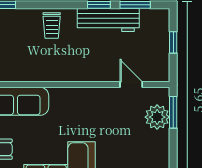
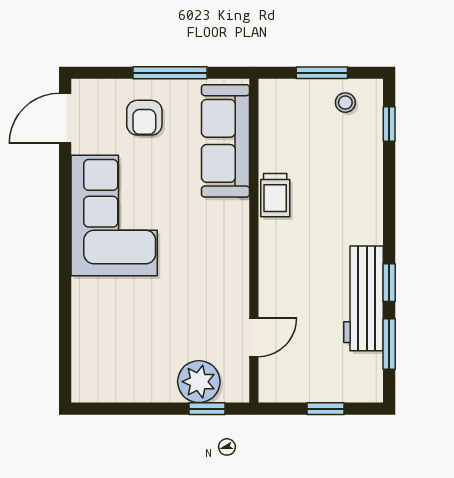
trolley: (52, 25) -> (275, 195), moved, turned -90
window: (173, 112) -> (207, 409), width x0.67

